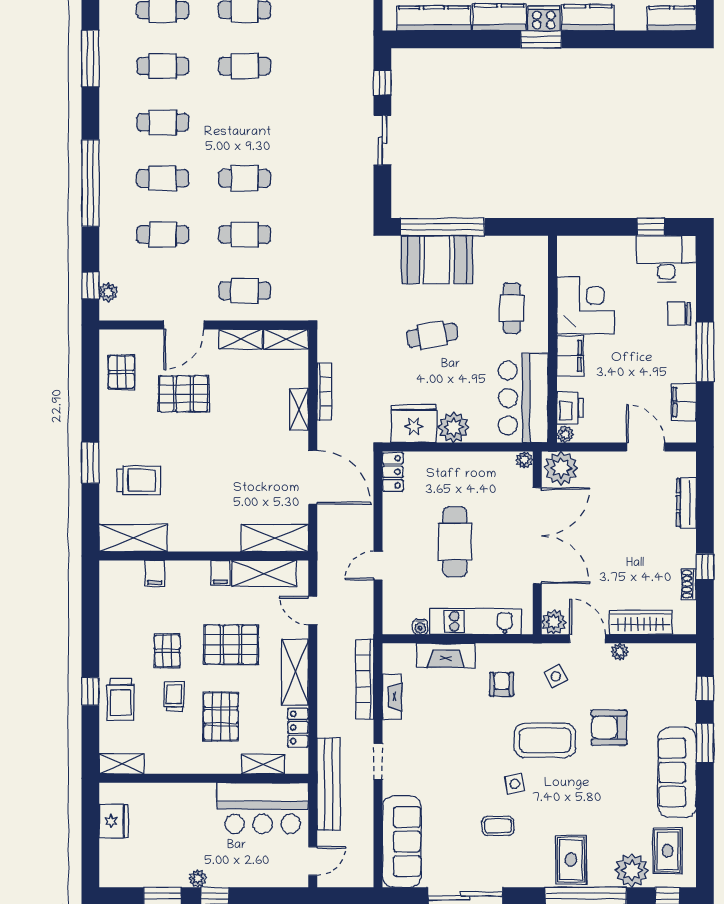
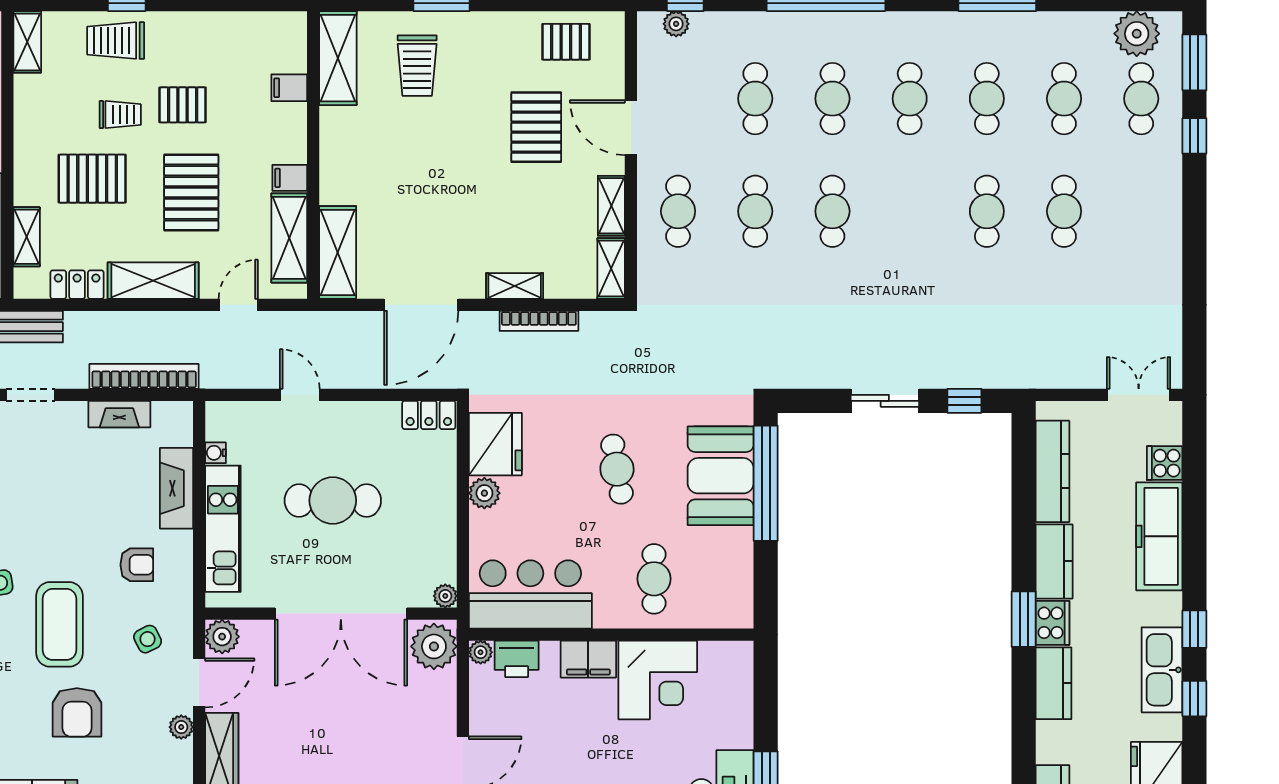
cafe table: (512, 308) -> (654, 579), turned 90
plant: (454, 427) -> (484, 493), width x0.73, depth x0.73
armchair: (609, 728) -> (77, 712), turned 180

